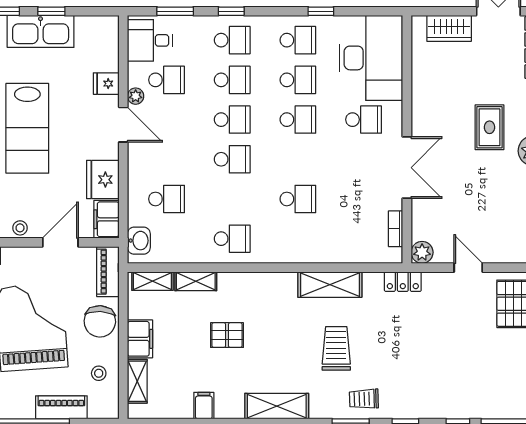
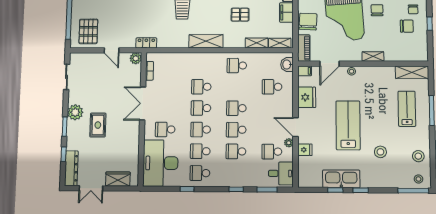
school desk: (232, 40) -> (201, 108), moved
filing cabinet: (106, 219) -> (305, 71), width x0.50
shelving: (330, 285) -> (206, 41), moved

